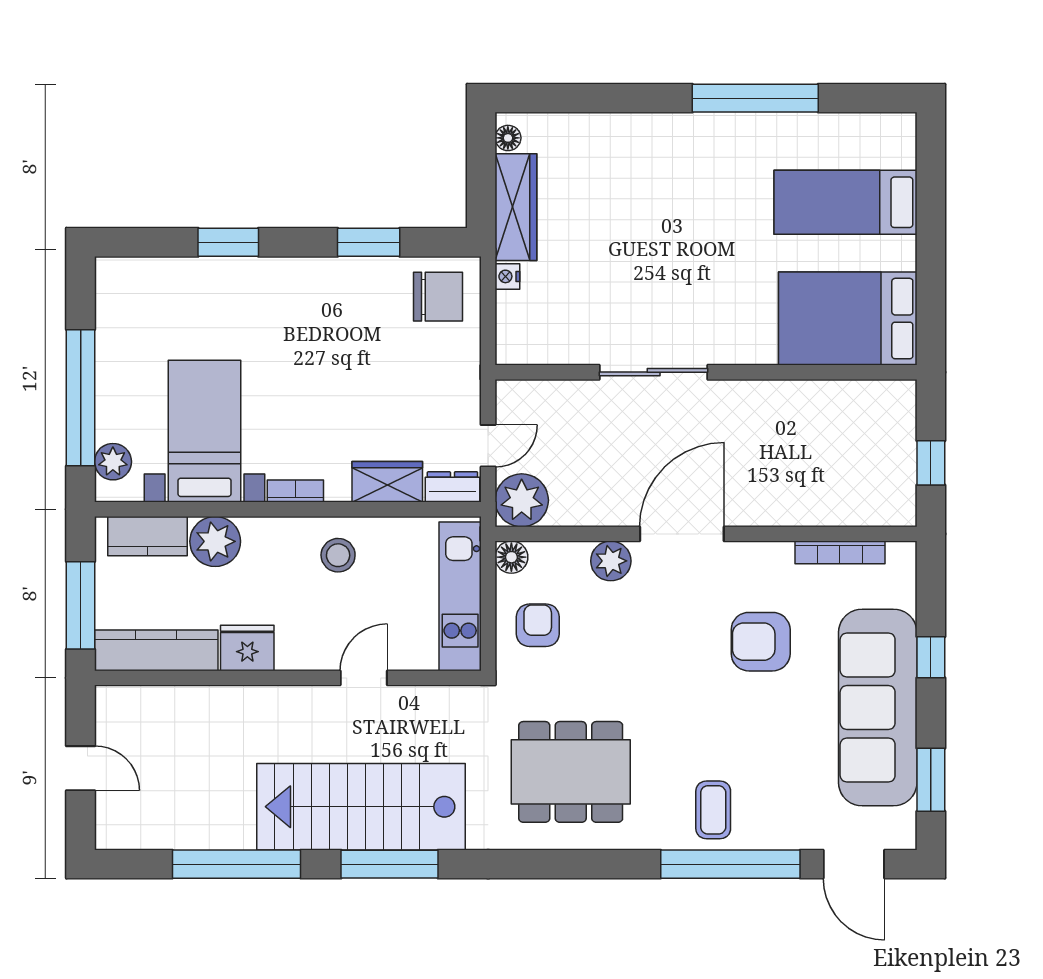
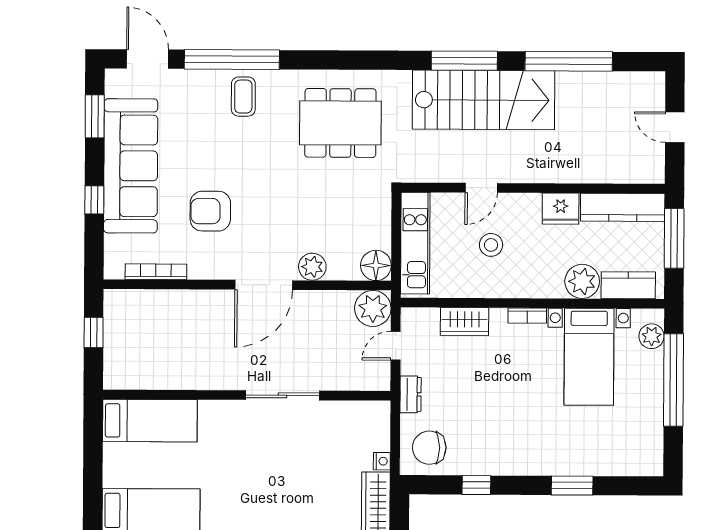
window: (369, 242) -> (476, 485), width x0.67
bed: (848, 319) -> (150, 421), width x0.67
dresser: (452, 487) -> (411, 394), moved, turned -90
stool: (338, 555) -> (491, 245), moved
floor lamp: (511, 557) -> (376, 265), width x1.38, depth x1.38
armchair: (538, 625) -> (362, 223), removed
armchair: (761, 642) -> (210, 211), turned 180

